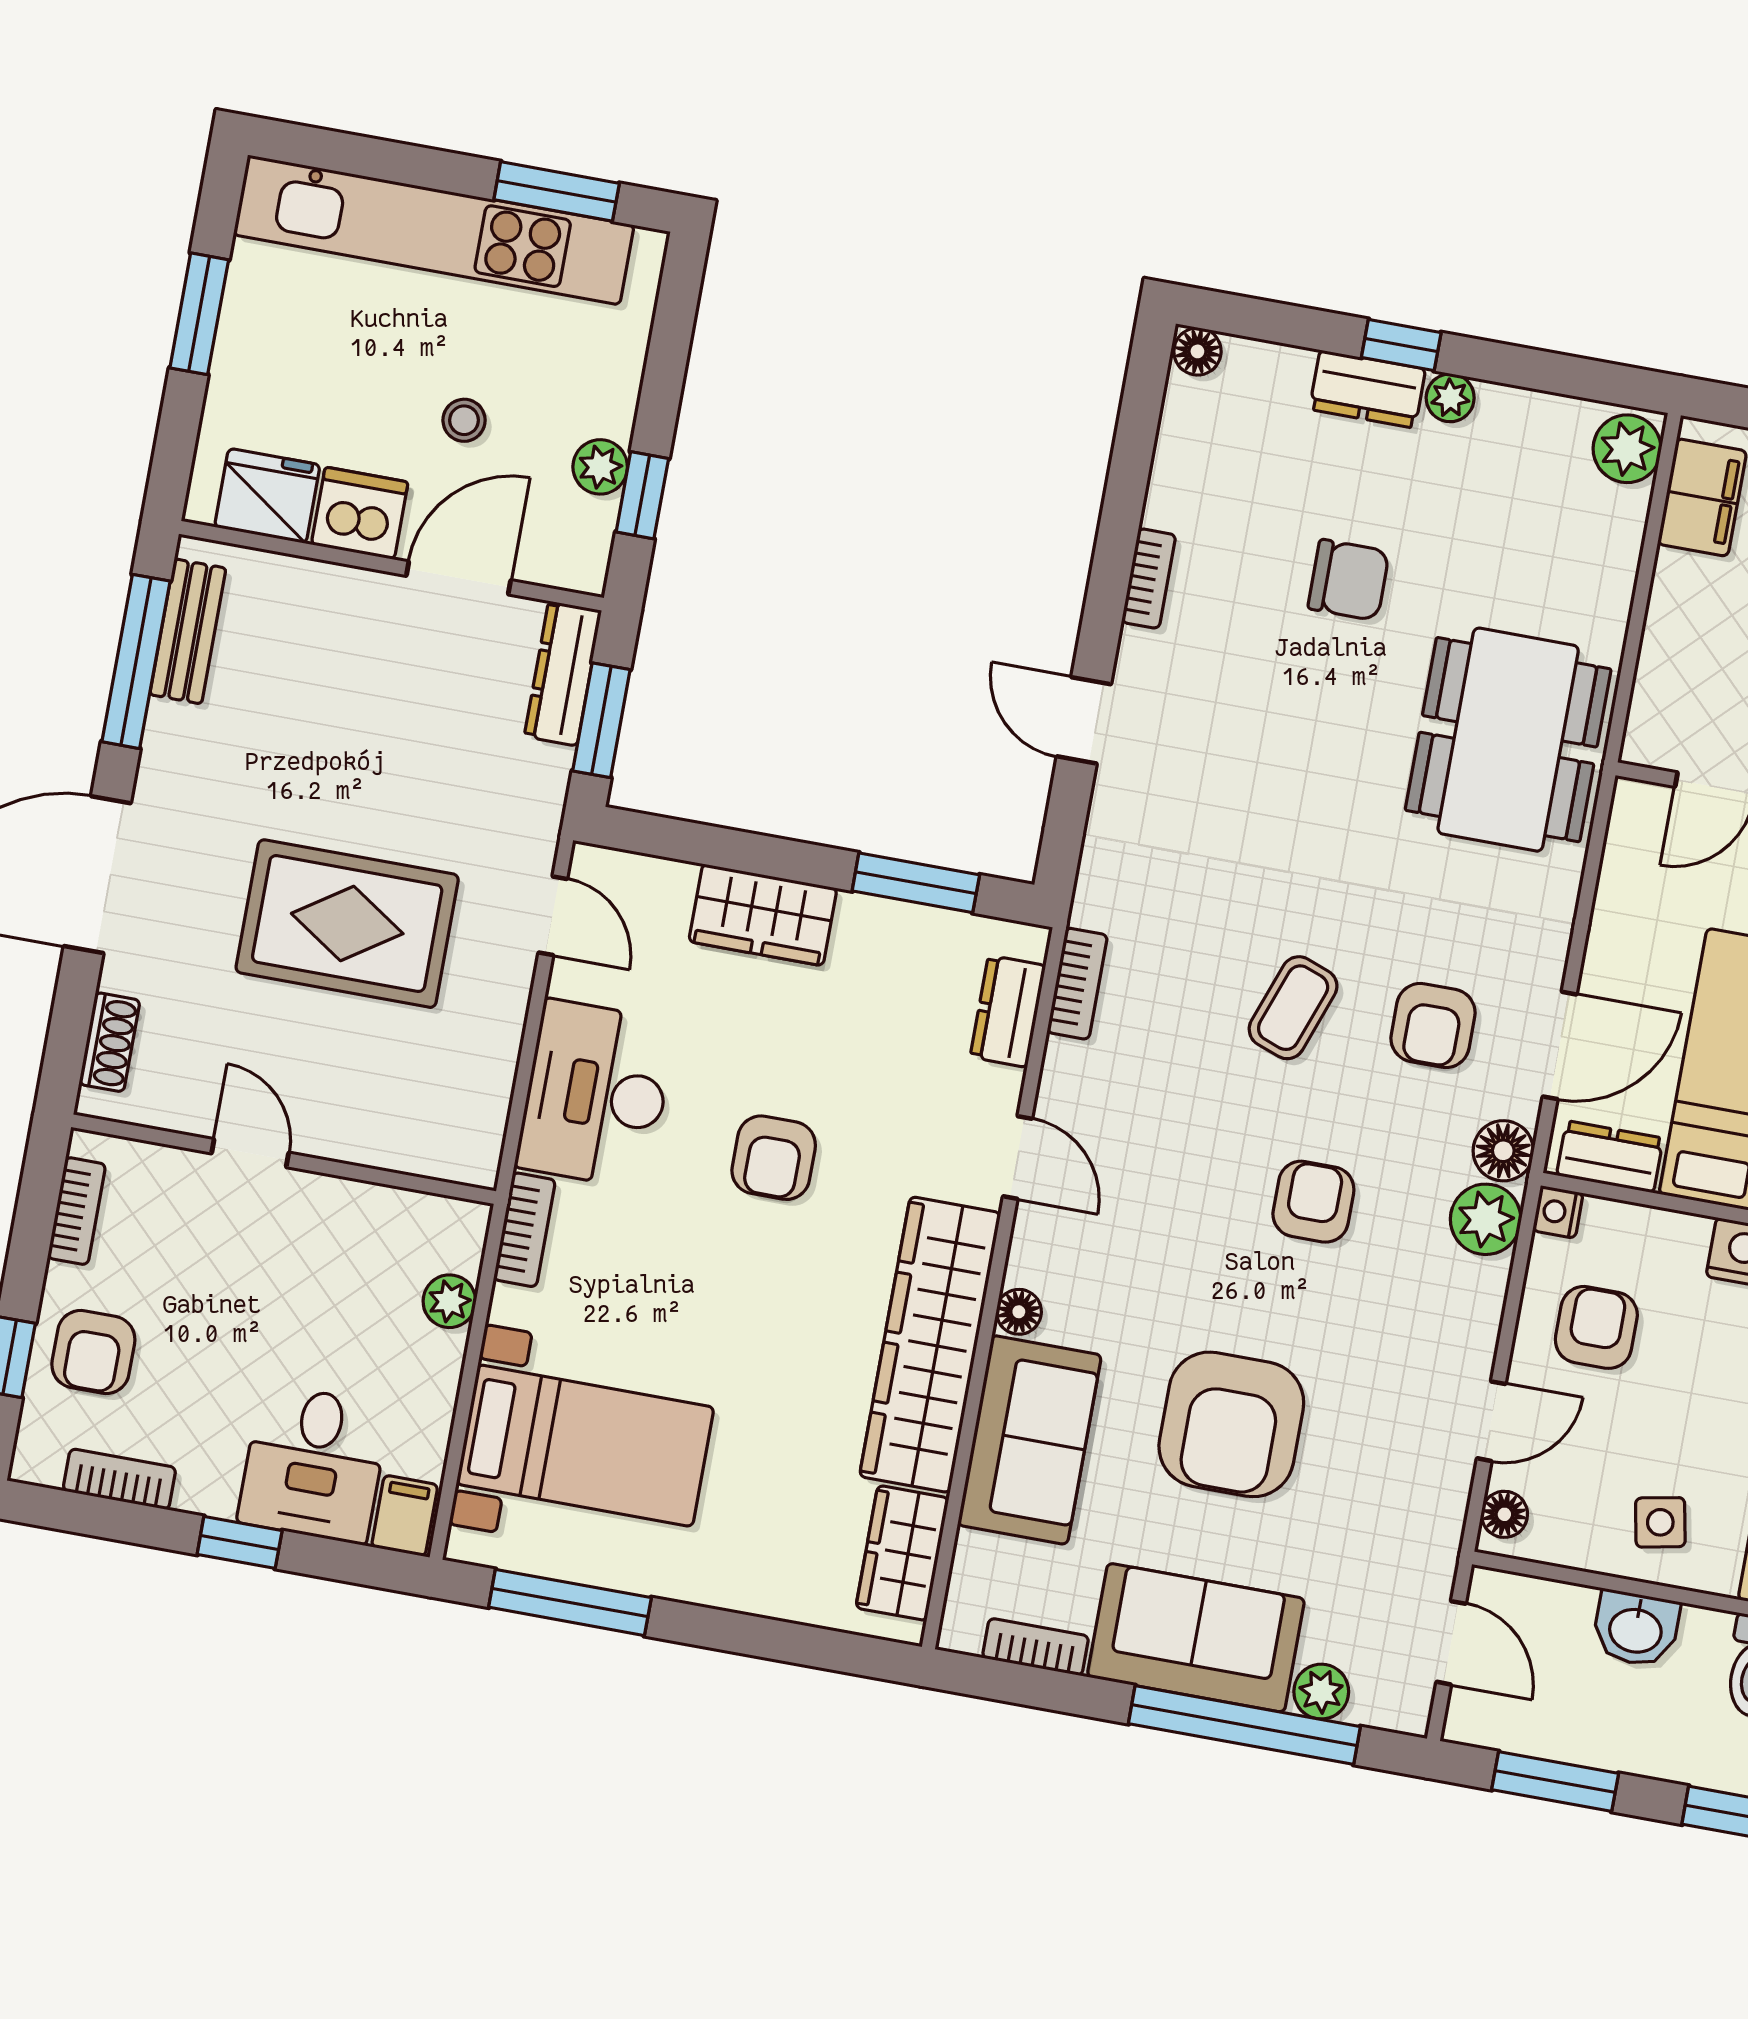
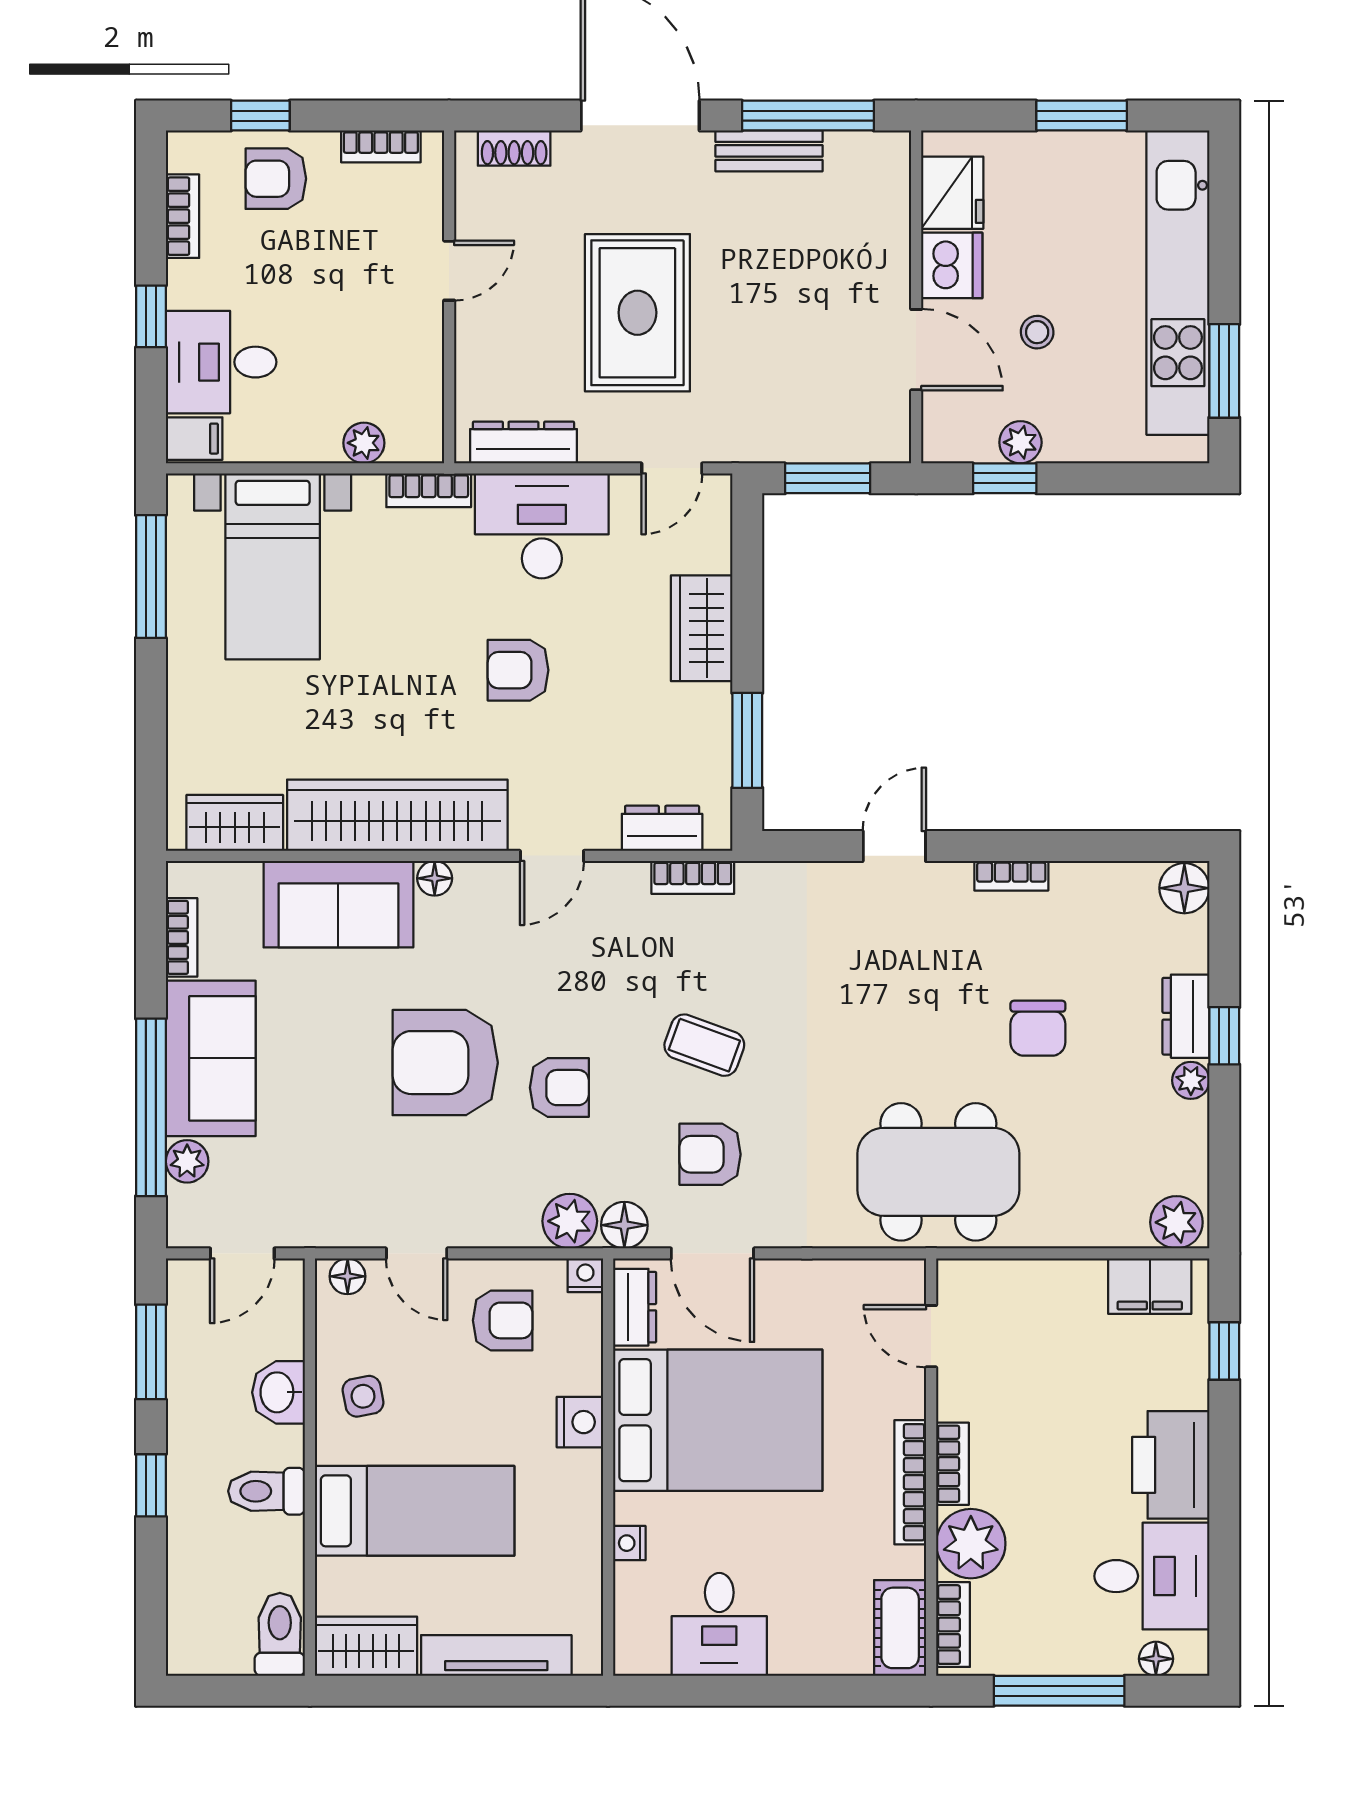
floor lamp: (1197, 351) -> (1184, 888), width x1.37, depth x1.37
bench: (188, 631) -> (769, 151), moved
dresser: (563, 674) -> (523, 442), moved
armchair: (1231, 1424) -> (445, 1063), moved

